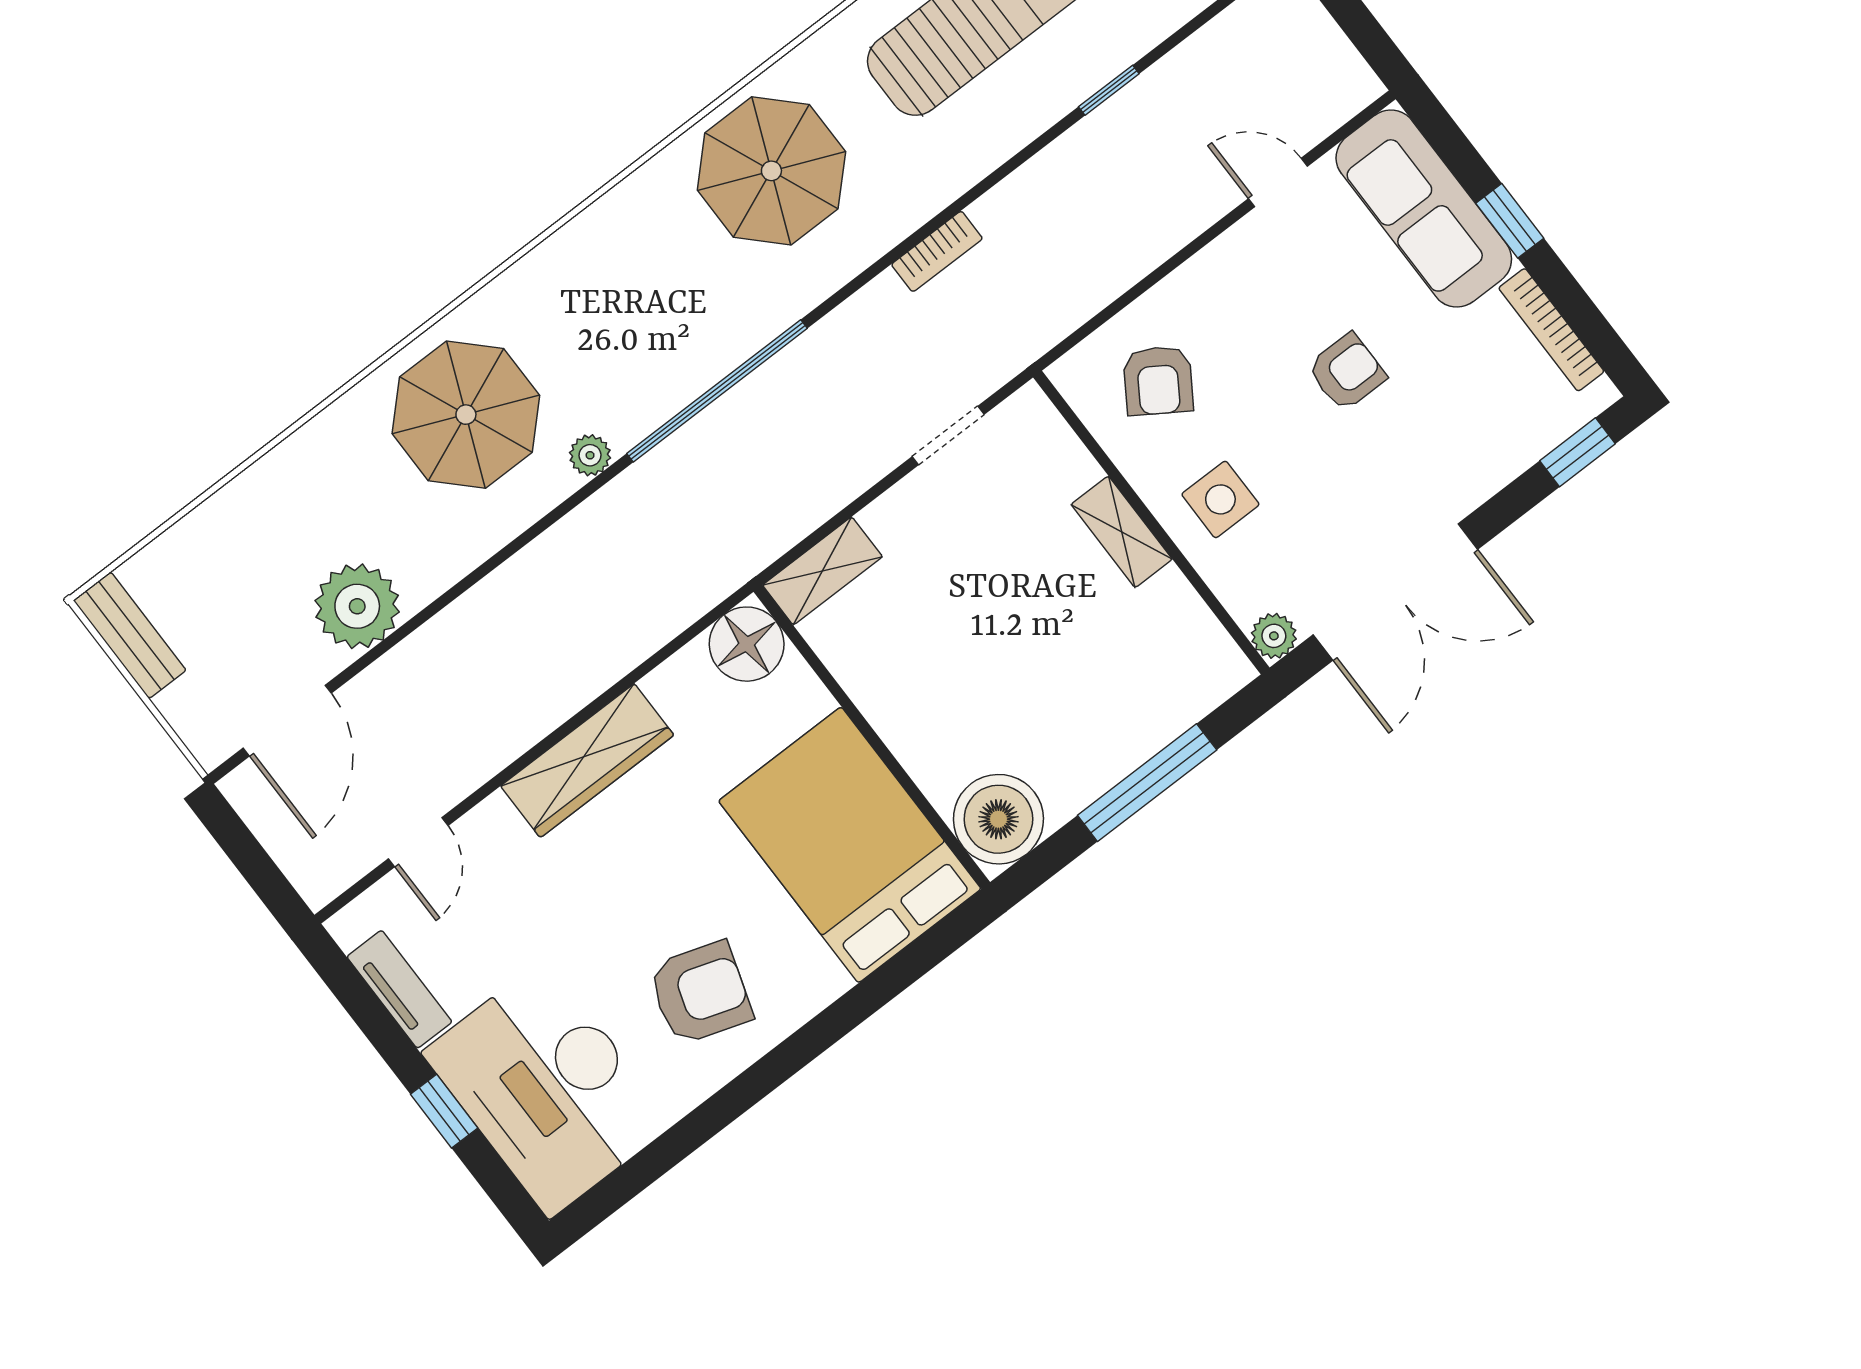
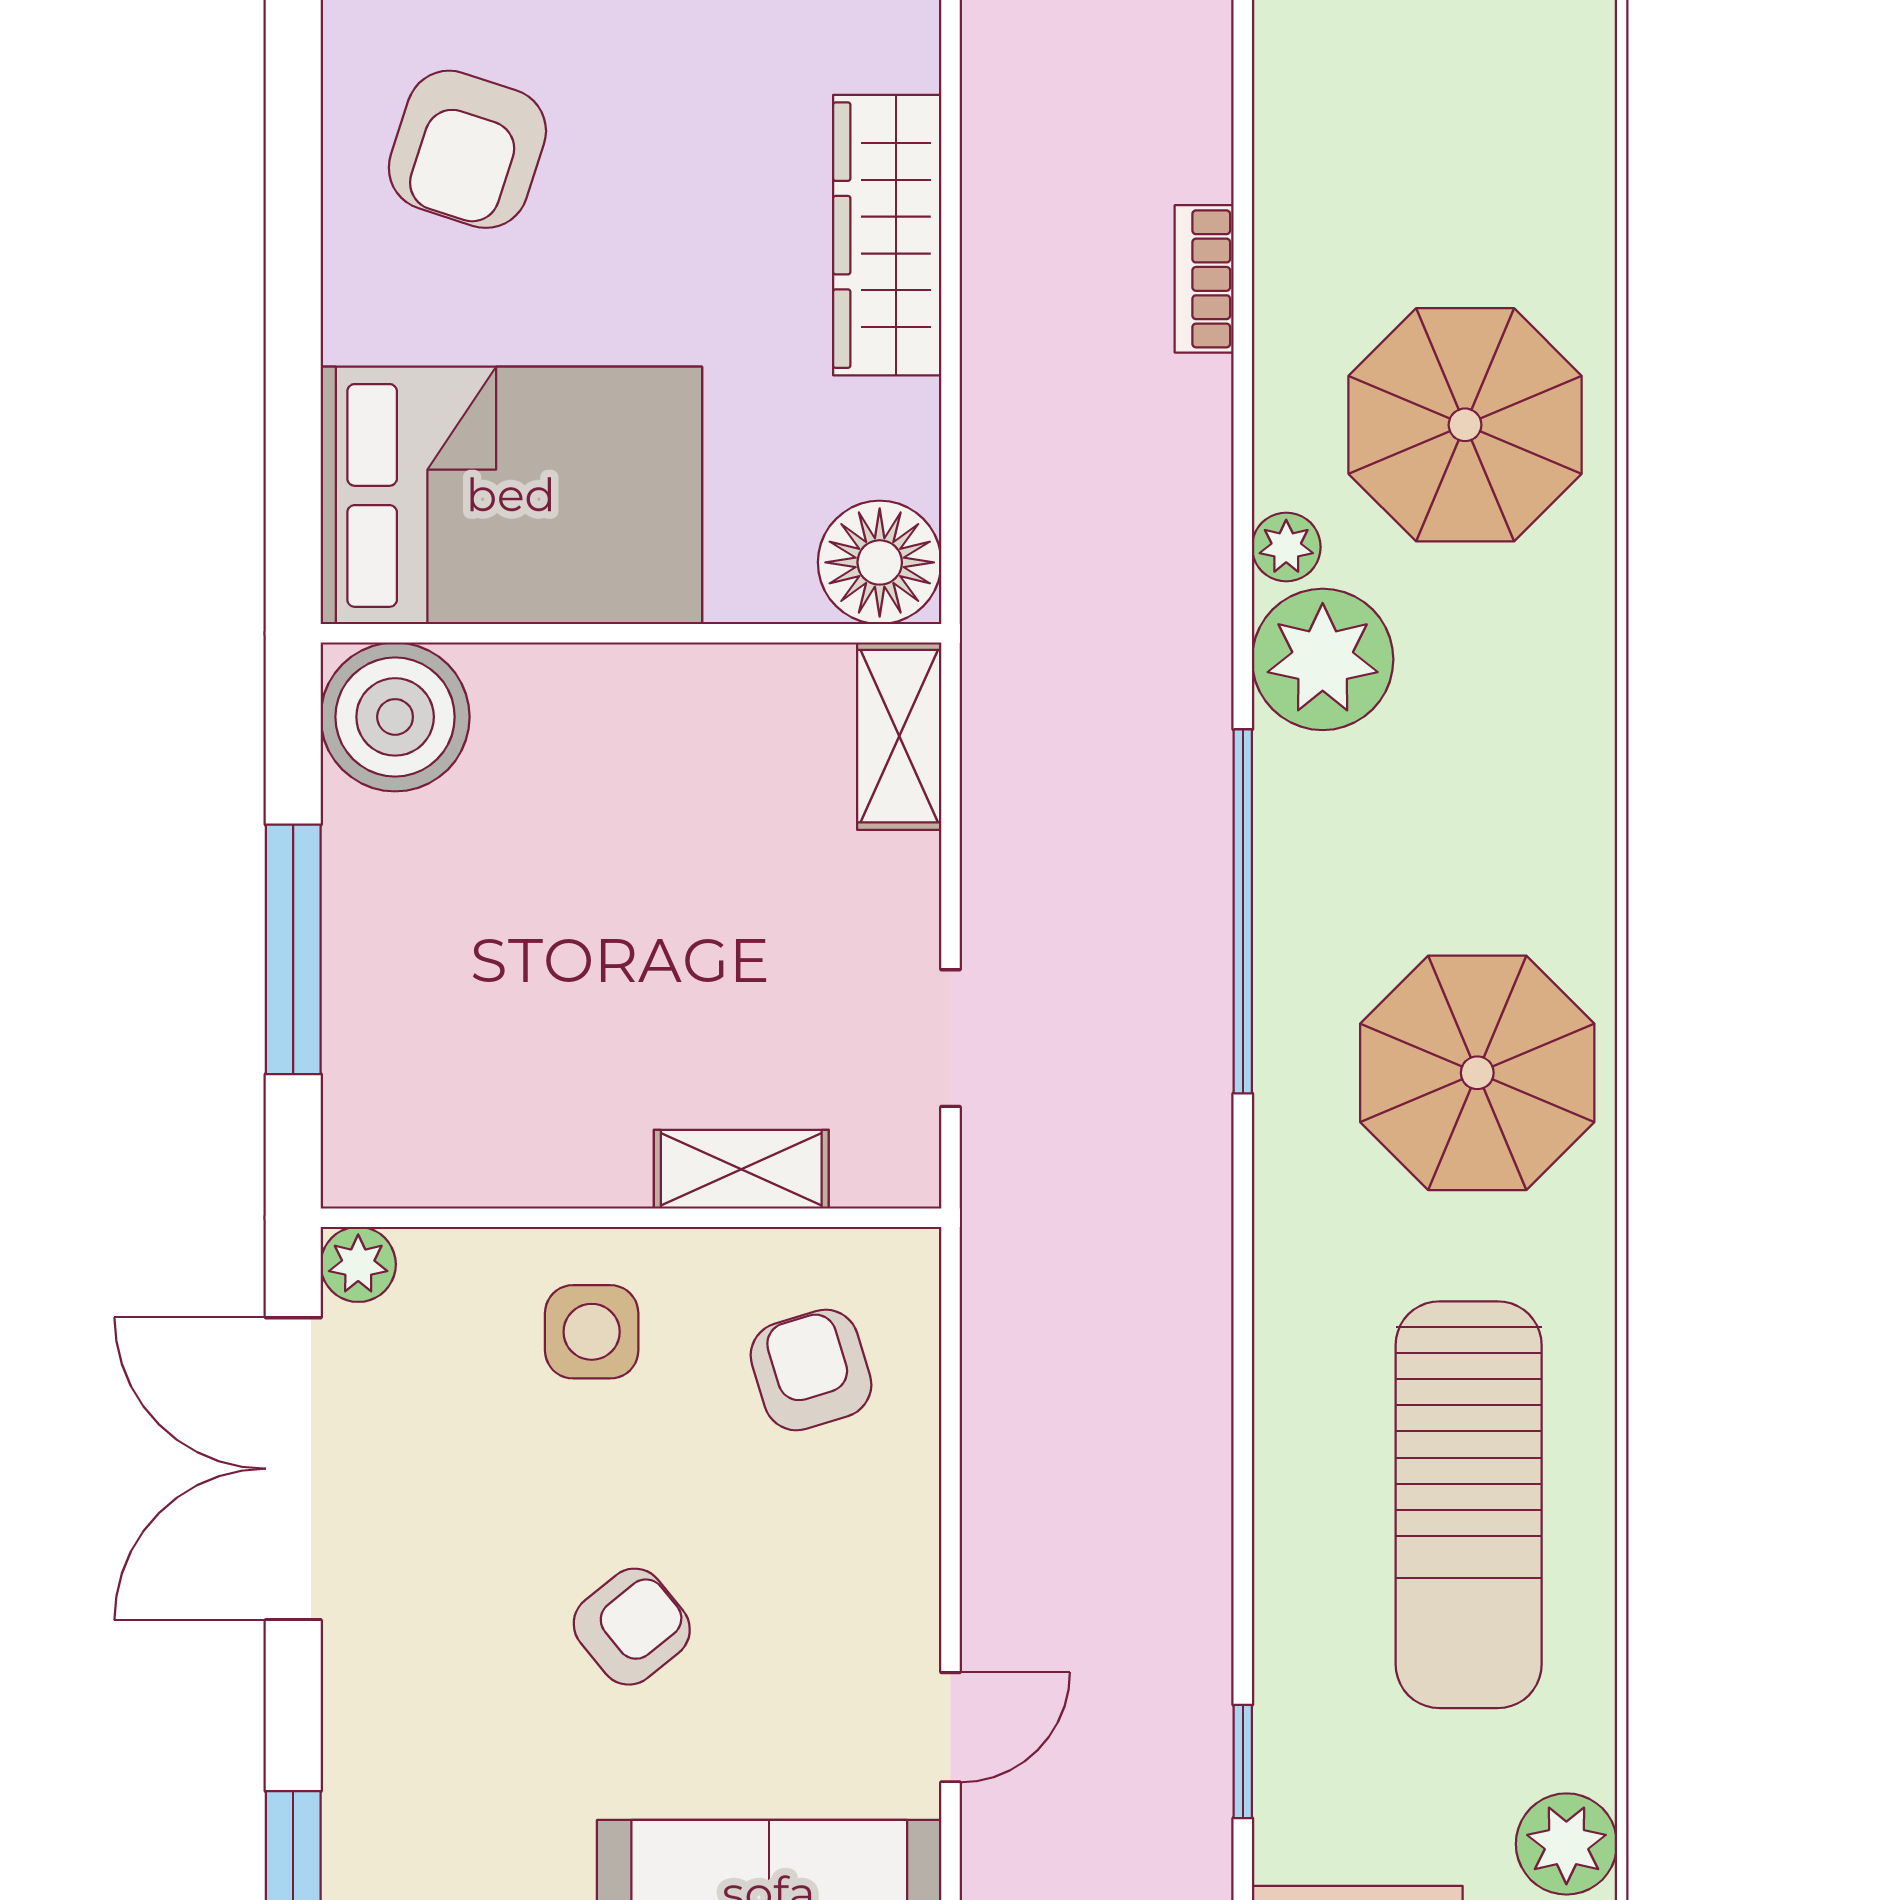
window: (1109, 90) -> (1243, 1761), moved
bookcase: (937, 251) -> (1204, 279), moved
armchair: (1347, 372) -> (632, 1627), turned -129
armchair: (1158, 380) -> (811, 1370), turned 40
window: (717, 391) -> (1243, 911), moved
shelving: (1122, 532) -> (741, 1169), moved
plant: (357, 606) -> (1323, 659), moved

